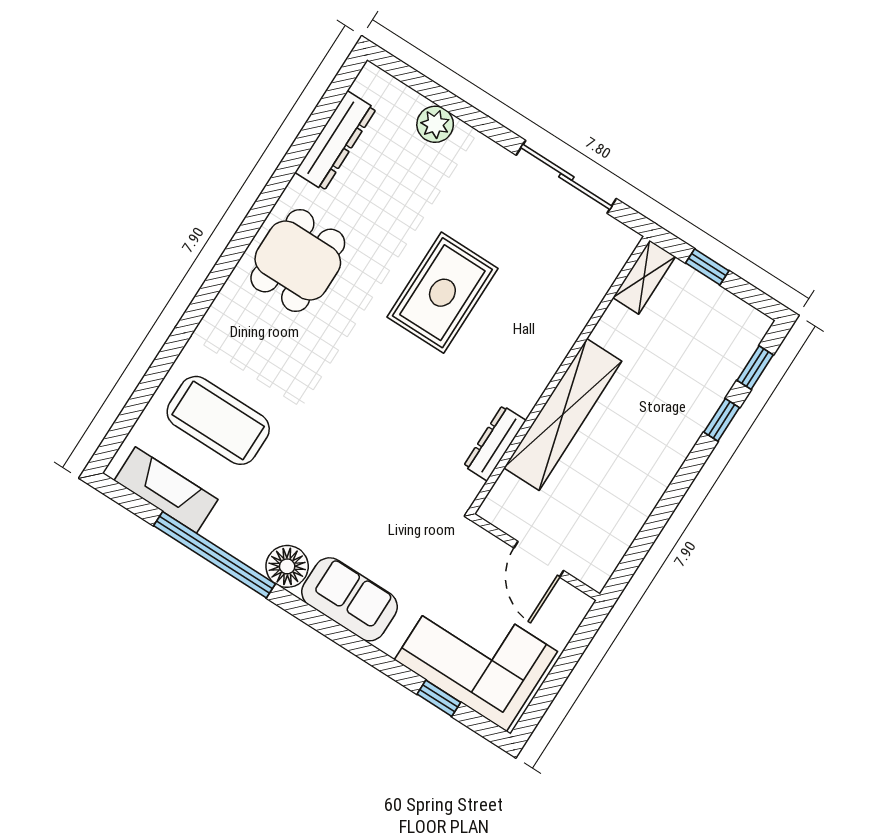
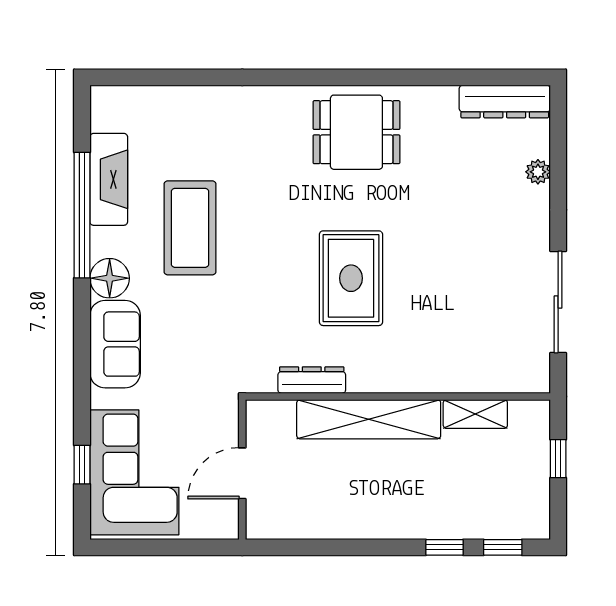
plant: (435, 124) -> (538, 172), width x0.73, depth x0.73
dresser: (336, 141) -> (505, 101), moved
shelving: (644, 277) -> (475, 414), moved
rug: (442, 293) -> (351, 278), moved, turned 90
coffee table: (218, 420) -> (190, 228), moved
fireplace: (166, 490) -> (109, 179), moved

